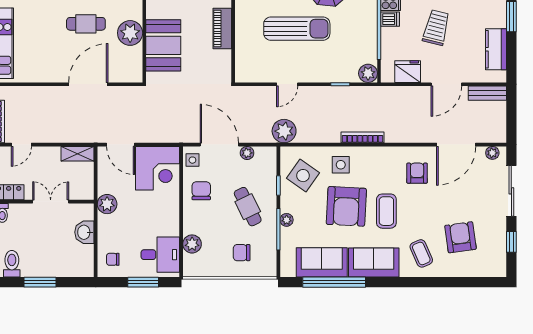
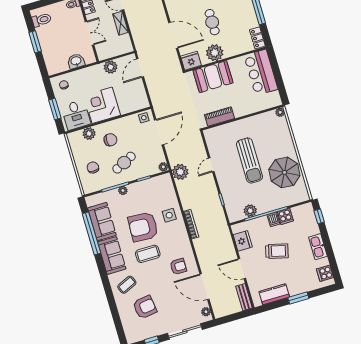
piano: (222, 28) -> (219, 117), moved
fridge: (132, 70) -> (191, 61), added
plant: (368, 73) -> (250, 211), moved
door: (287, 84) -> (211, 165), hinge flipped
plant: (247, 153) -> (163, 167), moved
shelving: (78, 154) -> (120, 23), moved
corner desk: (158, 168) -> (102, 105), moved, turned 90
side table: (303, 176) -> (155, 193), removed
chair: (201, 191) -> (110, 140), moved
plant: (107, 204) -> (111, 67), moved

